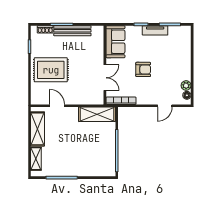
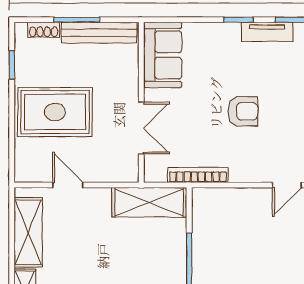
sofa: (115, 42) -> (163, 55), moved
wall: (105, 65) -> (141, 102), moved
double door: (105, 78) -> (141, 128), moved

